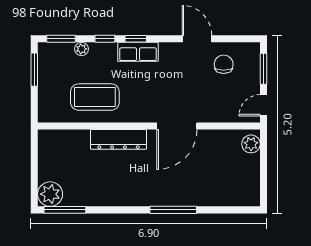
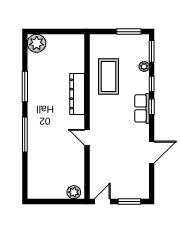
chair: (224, 64) -> (133, 172), removed
door: (264, 105) -> (102, 201), hinge flipped
door: (177, 126) -> (87, 137), width x0.53
window: (65, 210) -> (25, 87), moved

